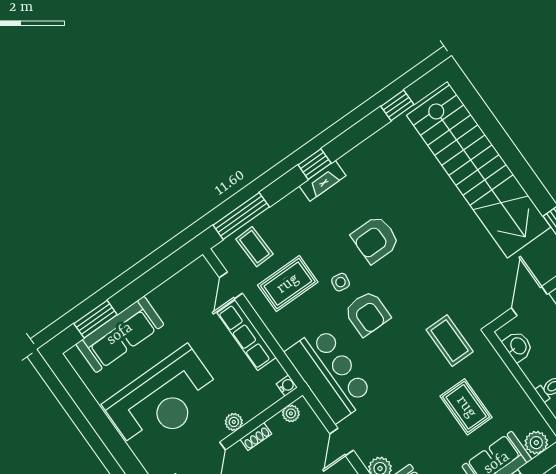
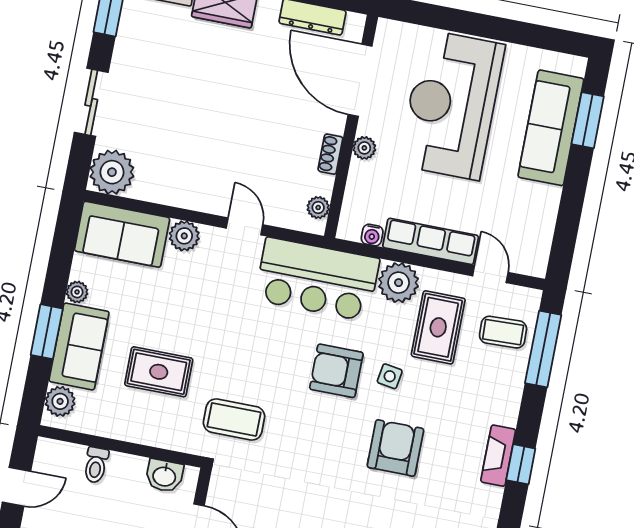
plant: (286, 329) -> (399, 283), added
water cooler: (287, 386) -> (372, 235), moved

